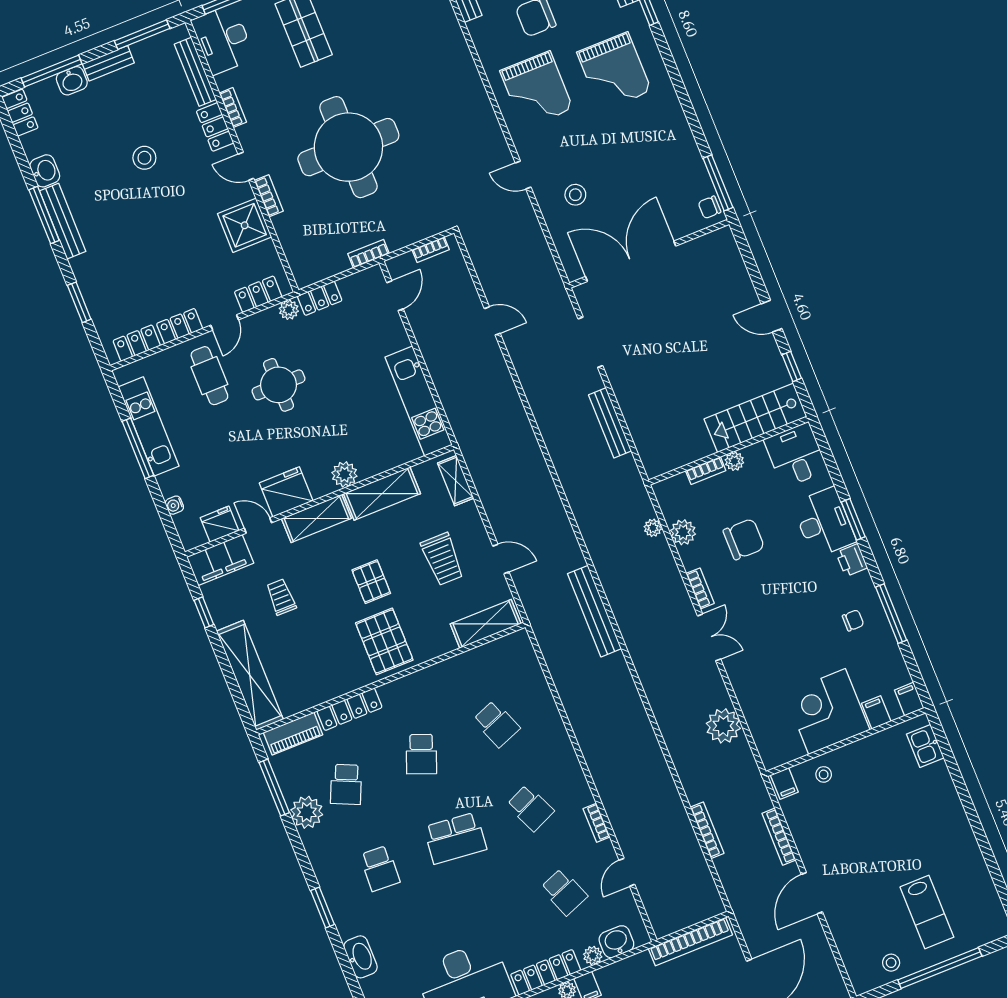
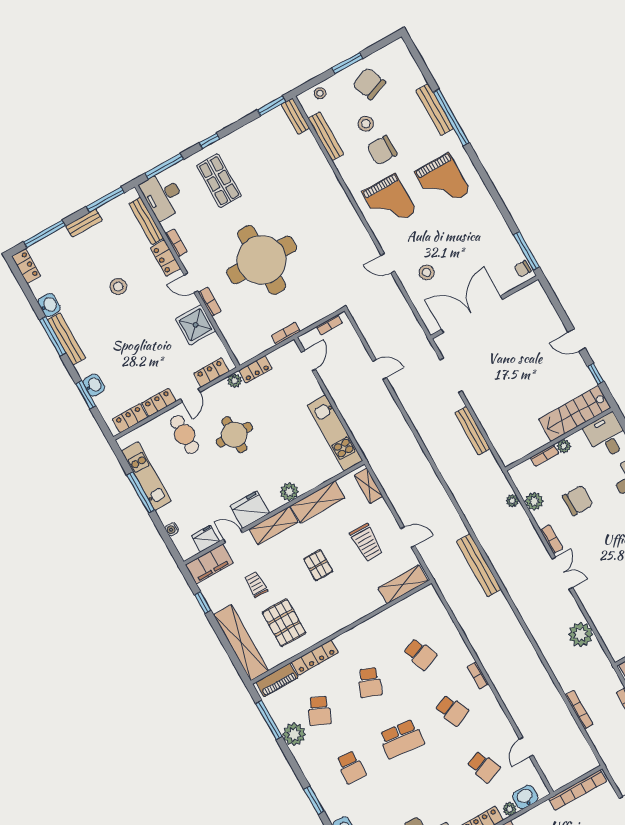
washbasin: (72, 81) -> (94, 385), moved, turned -90
pallet: (384, 641) -> (284, 623), moved
bookcase: (597, 823) -> (478, 675), moved

